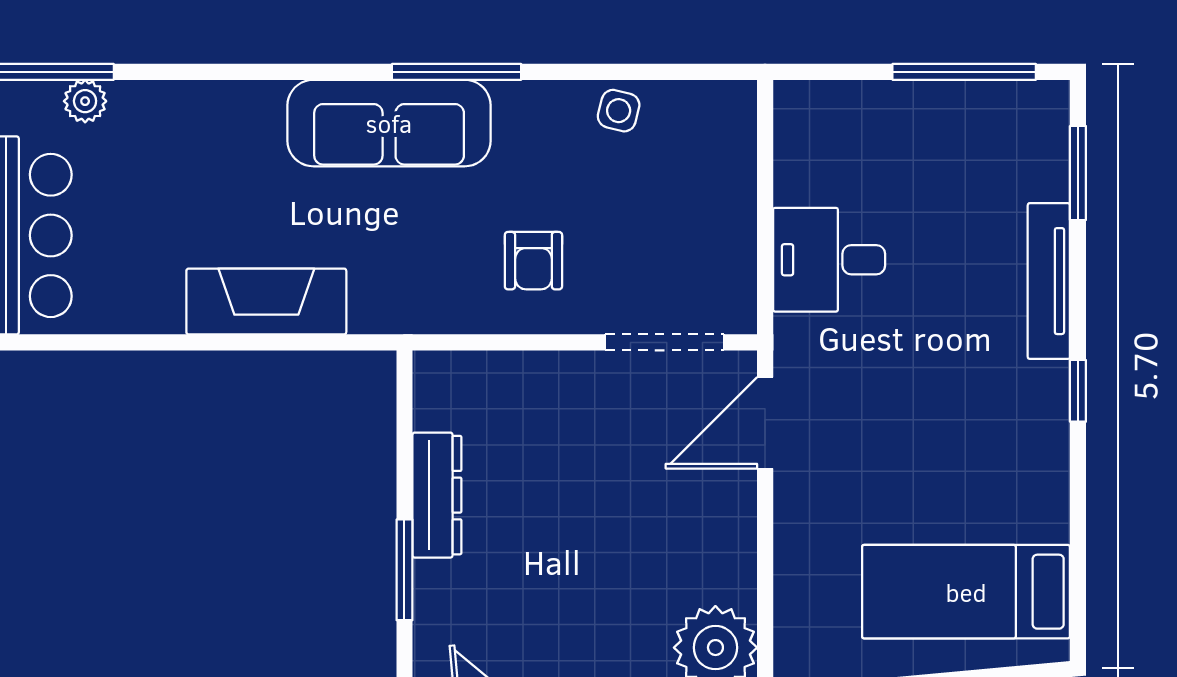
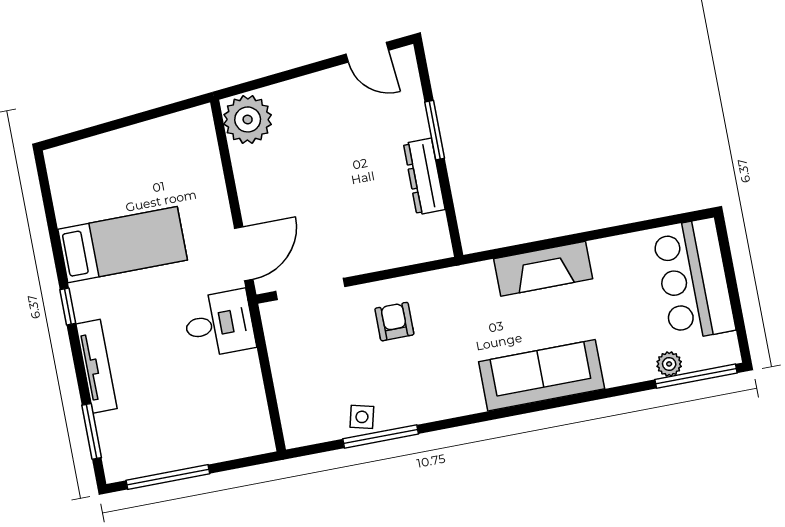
window: (457, 72) -> (381, 436), moved
sofa: (389, 123) -> (542, 375), moved
desk: (829, 260) -> (219, 324), moved
bed: (966, 592) -> (123, 245), moved

